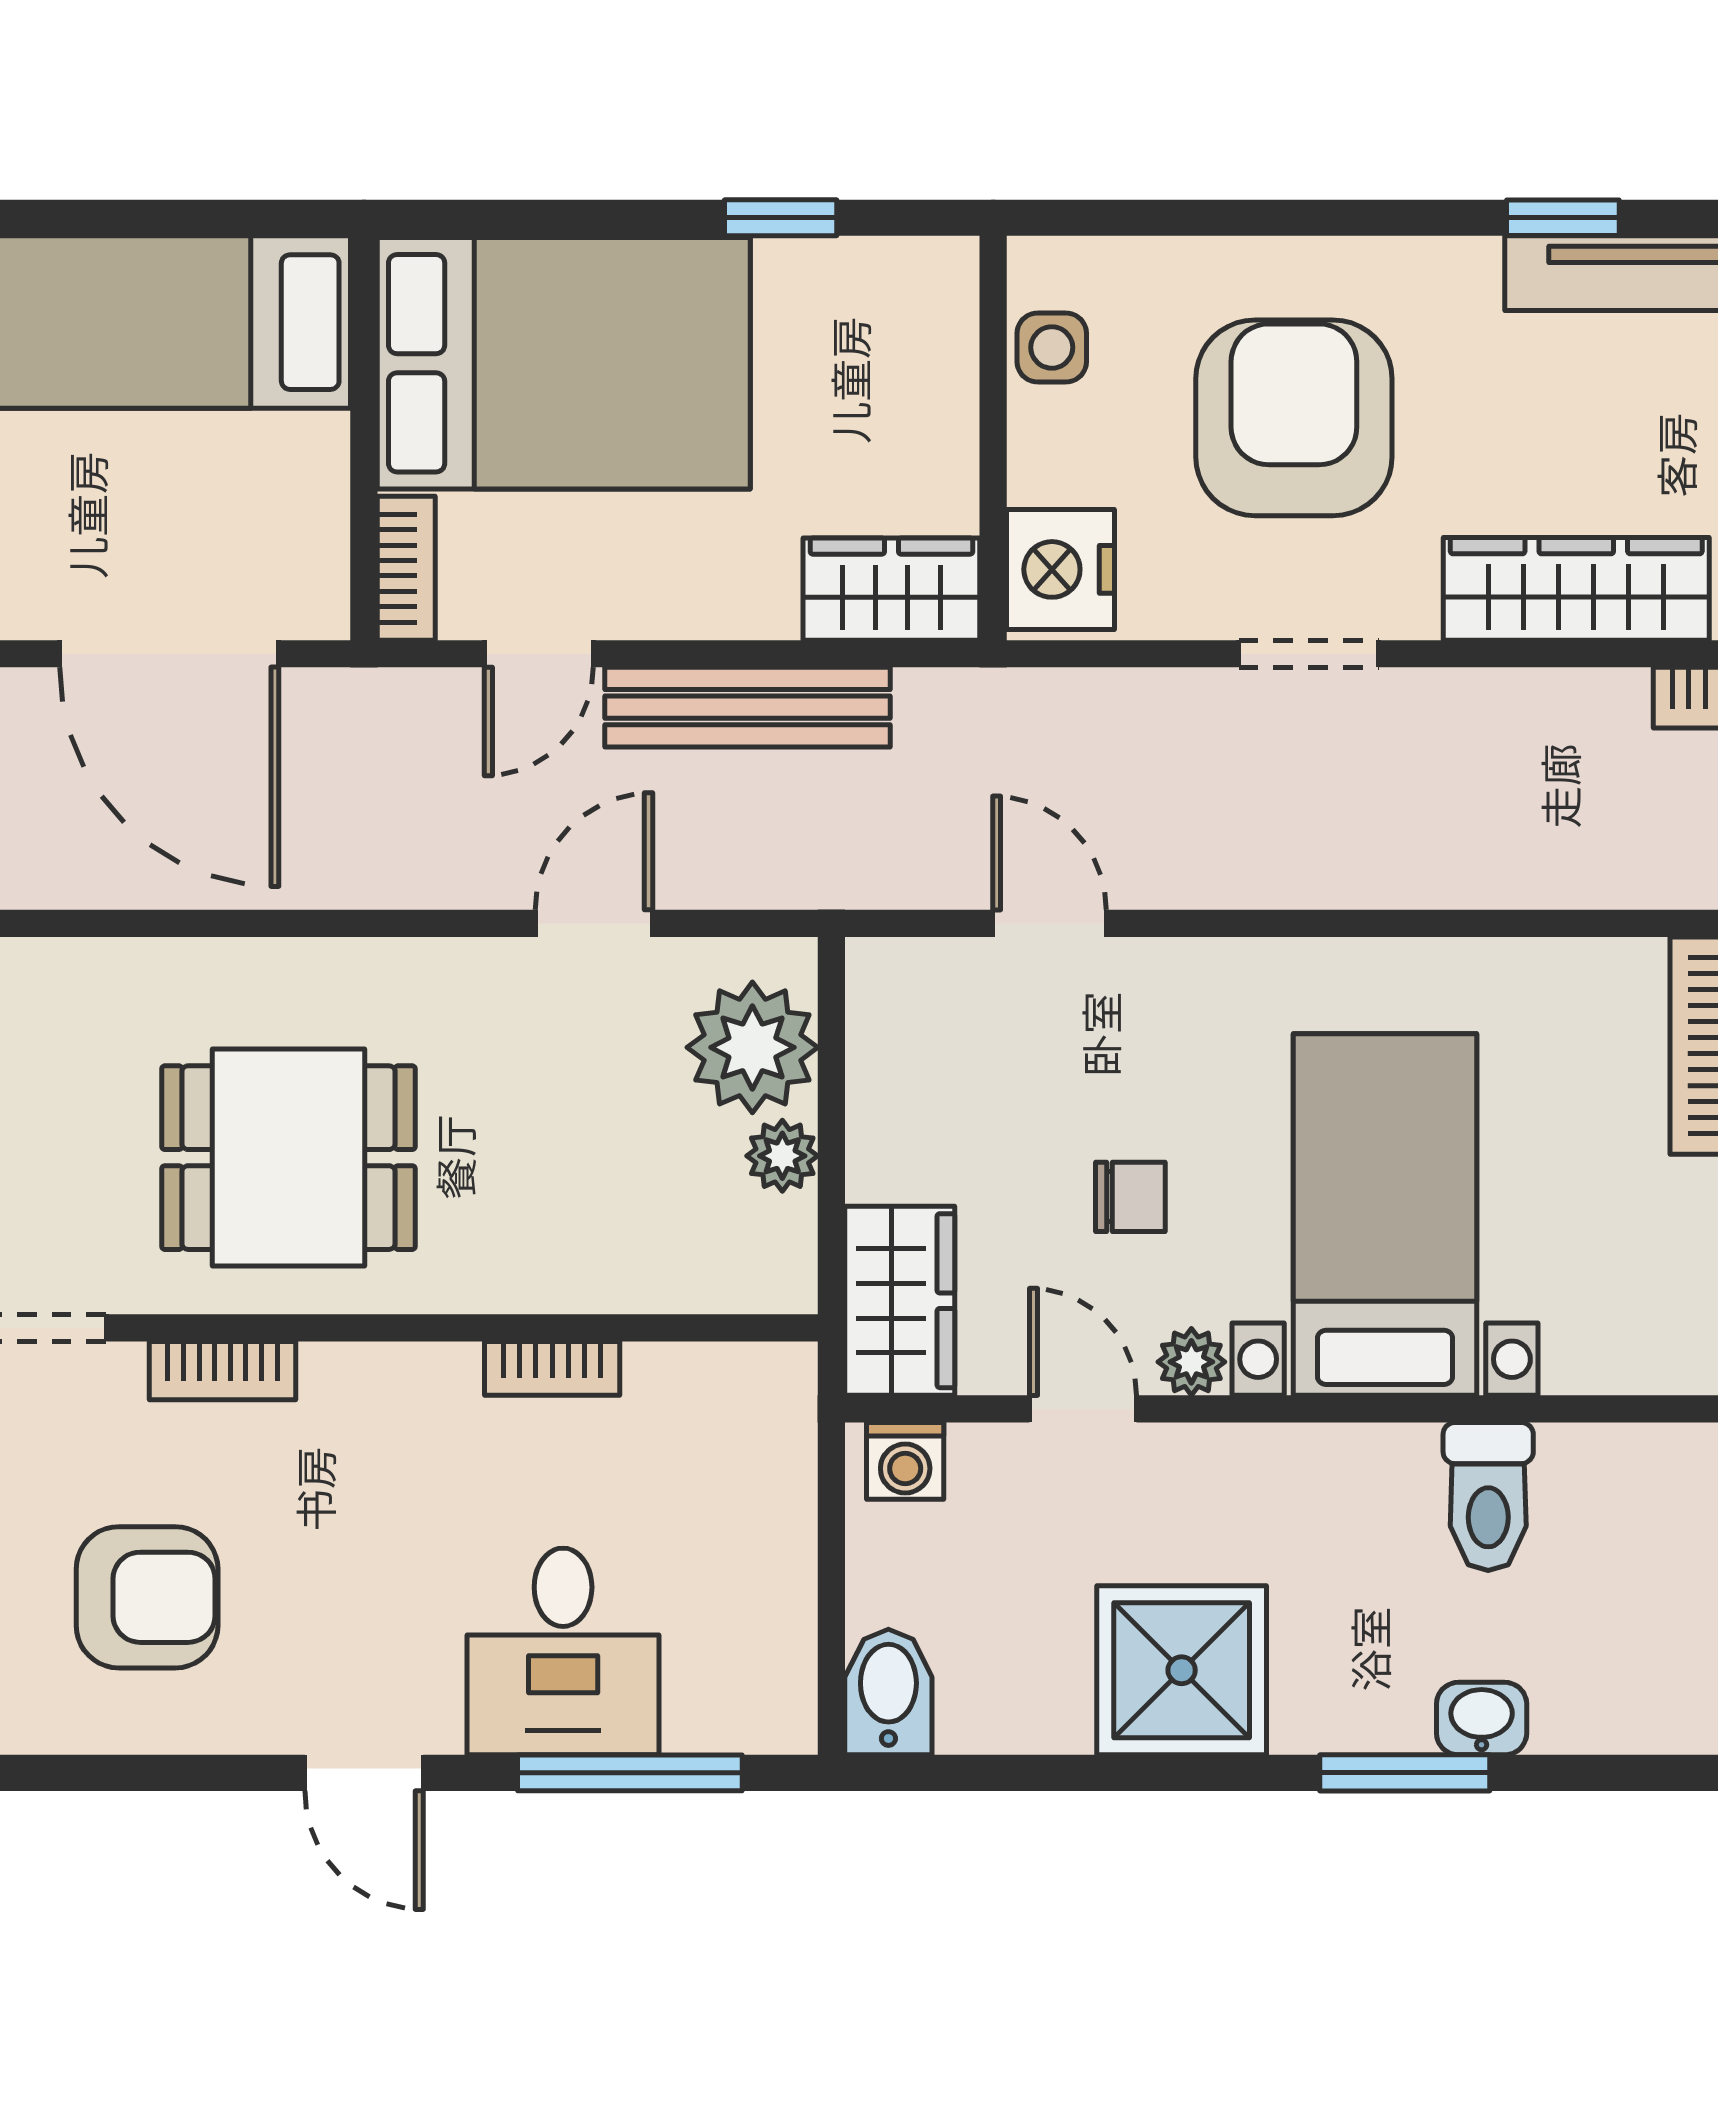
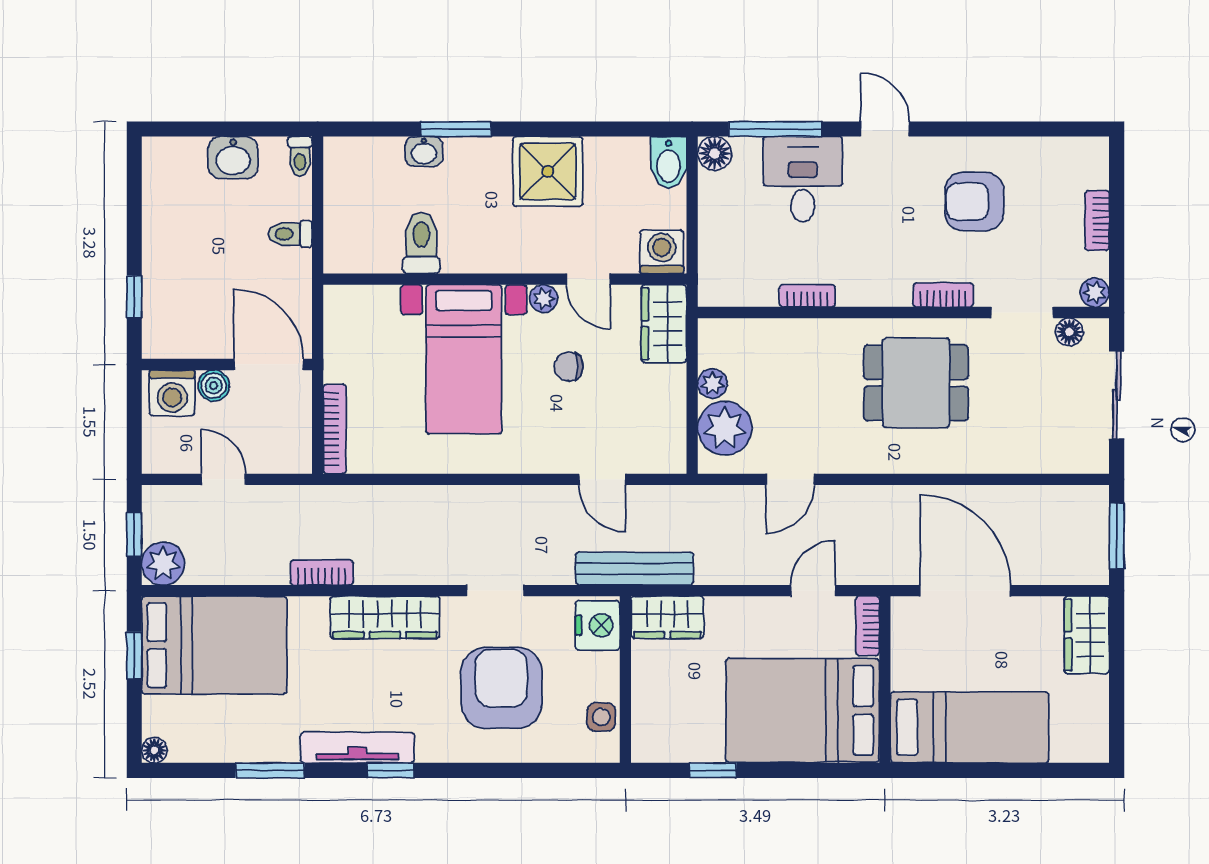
armchair: (1294, 418) -> (501, 688), turned 180
bench: (747, 707) -> (635, 569), moved
washing machine: (905, 1461) -> (662, 252), width x1.38, depth x1.38
floor lamp: (777, 1714) -> (715, 153), added

